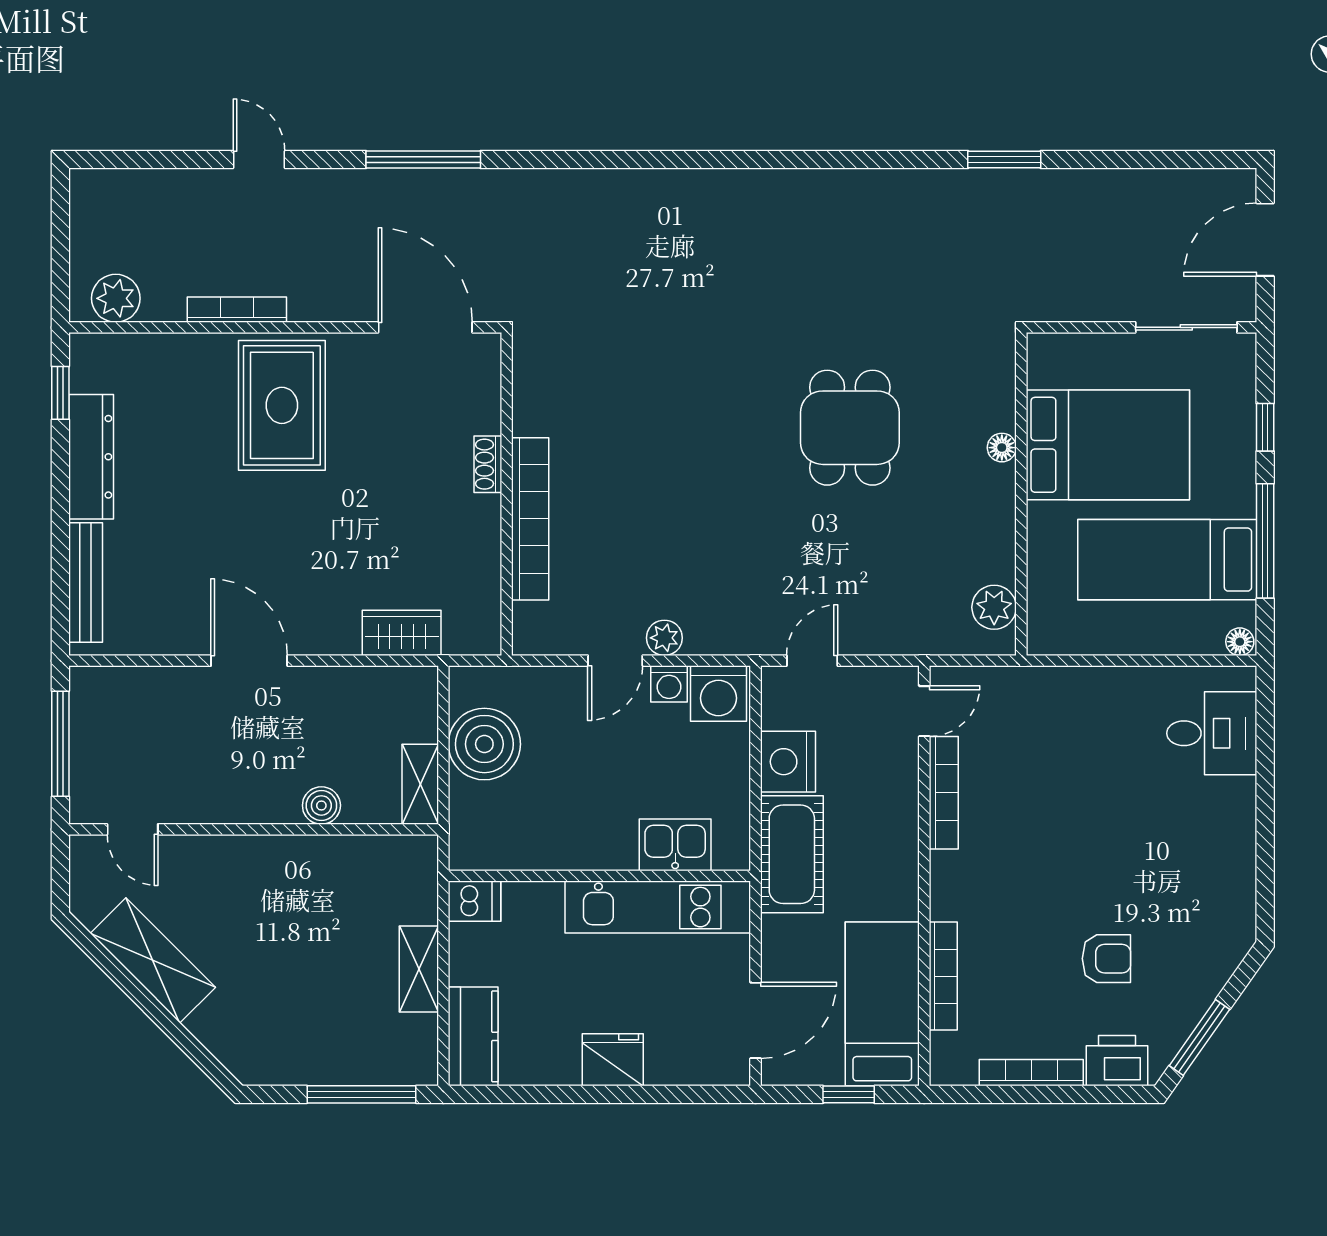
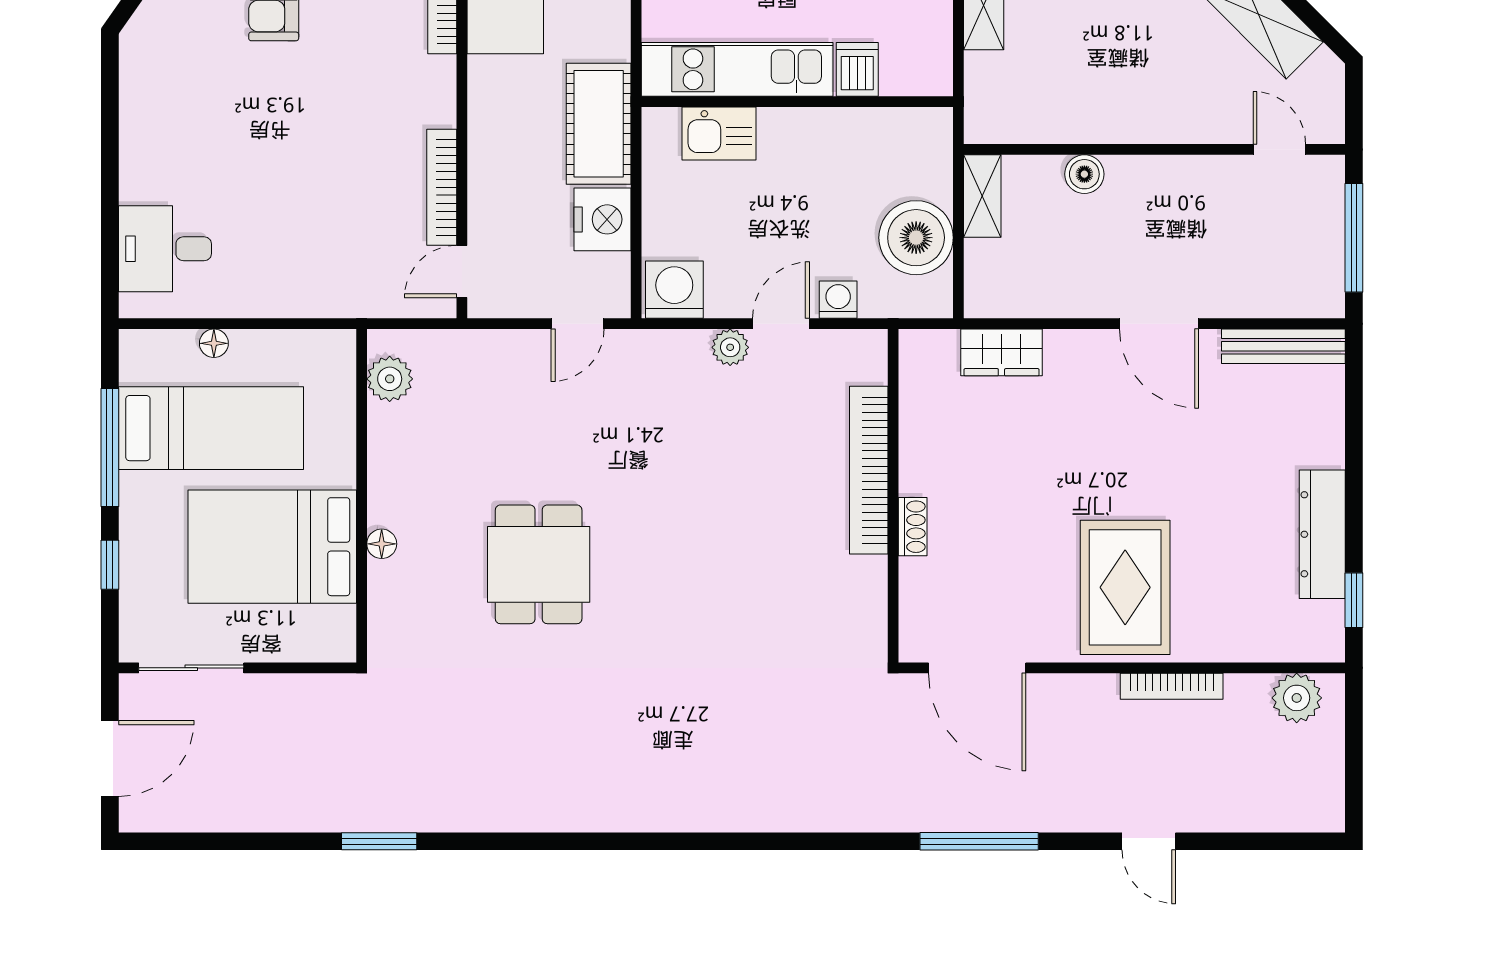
bench: (86, 582) -> (1283, 346), moved, turned 90
floor lamp: (1240, 642) -> (214, 343), moved
washing machine: (669, 684) -> (838, 300), moved
dishwasher: (474, 901) -> (857, 69), moved, turned 90

